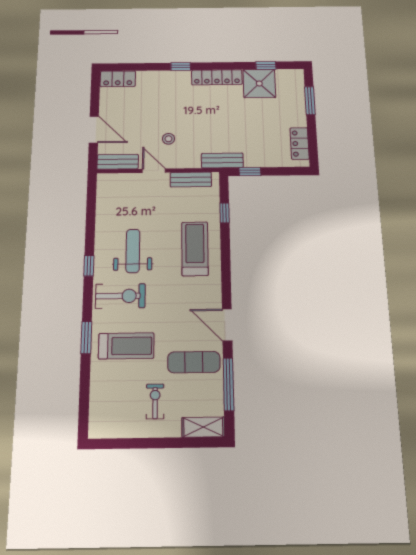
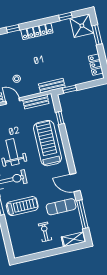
shower: (259, 83) -> (82, 26), moved
treadmill: (195, 249) -> (48, 143), width x1.37, depth x1.38

